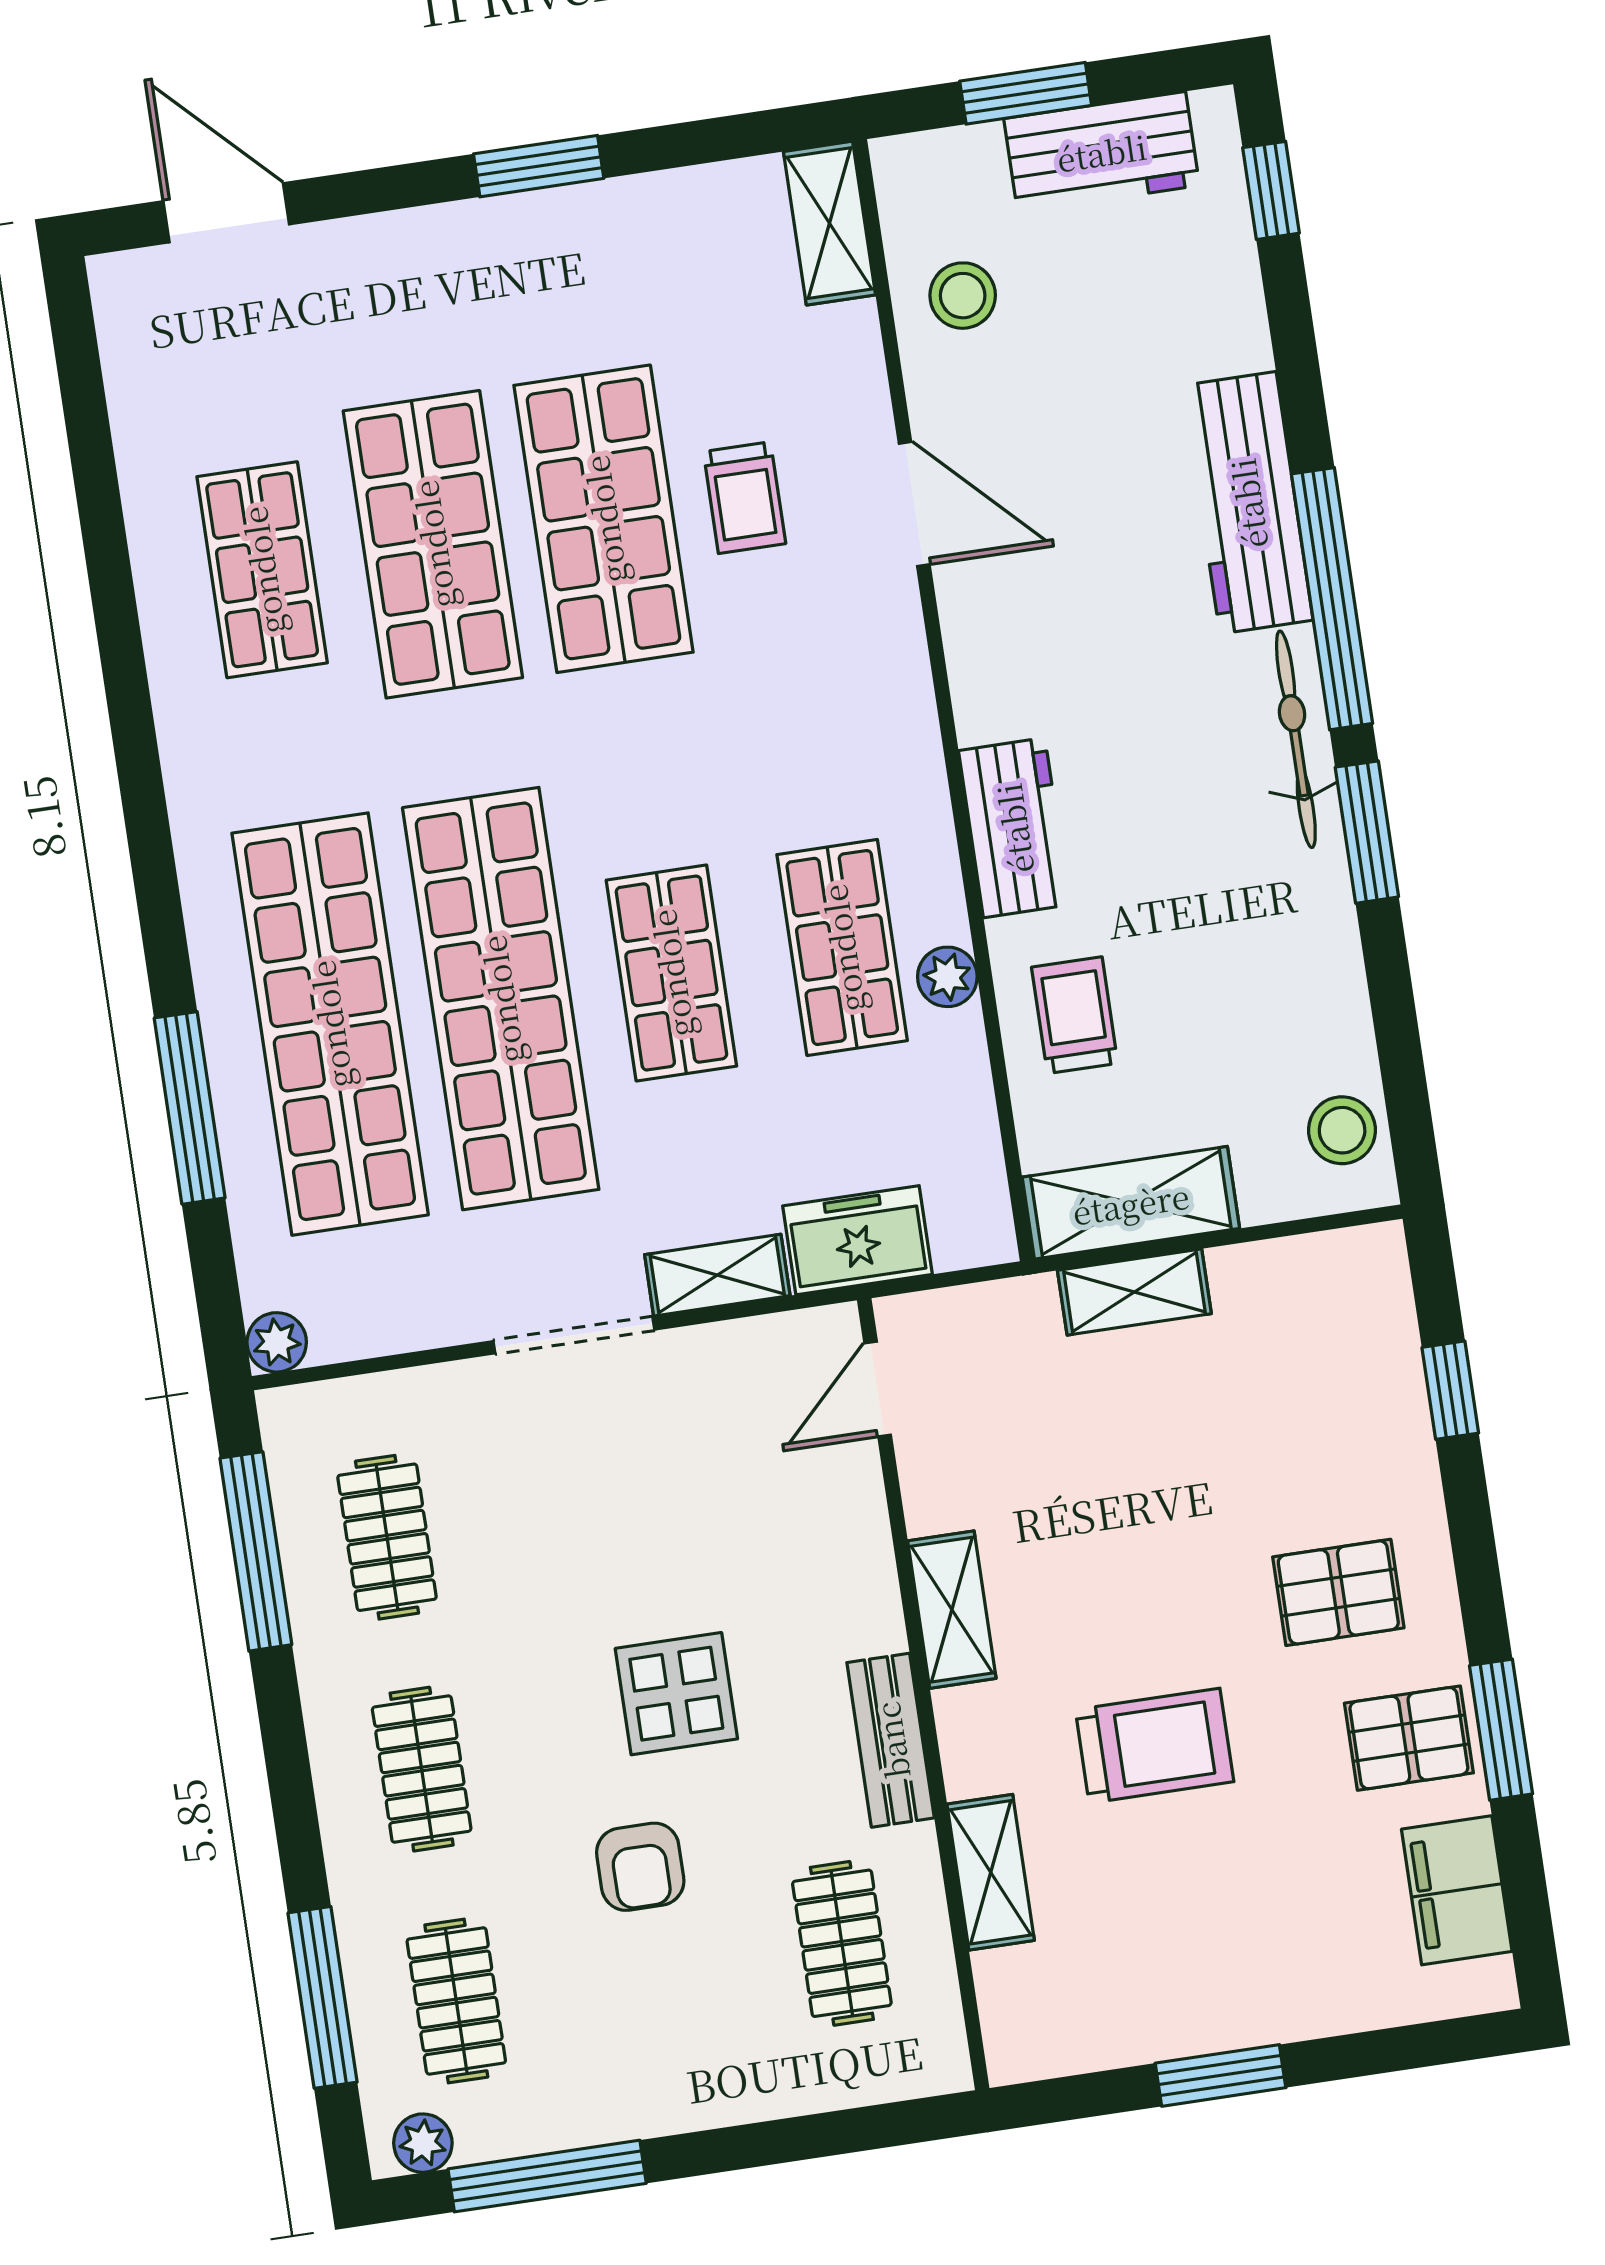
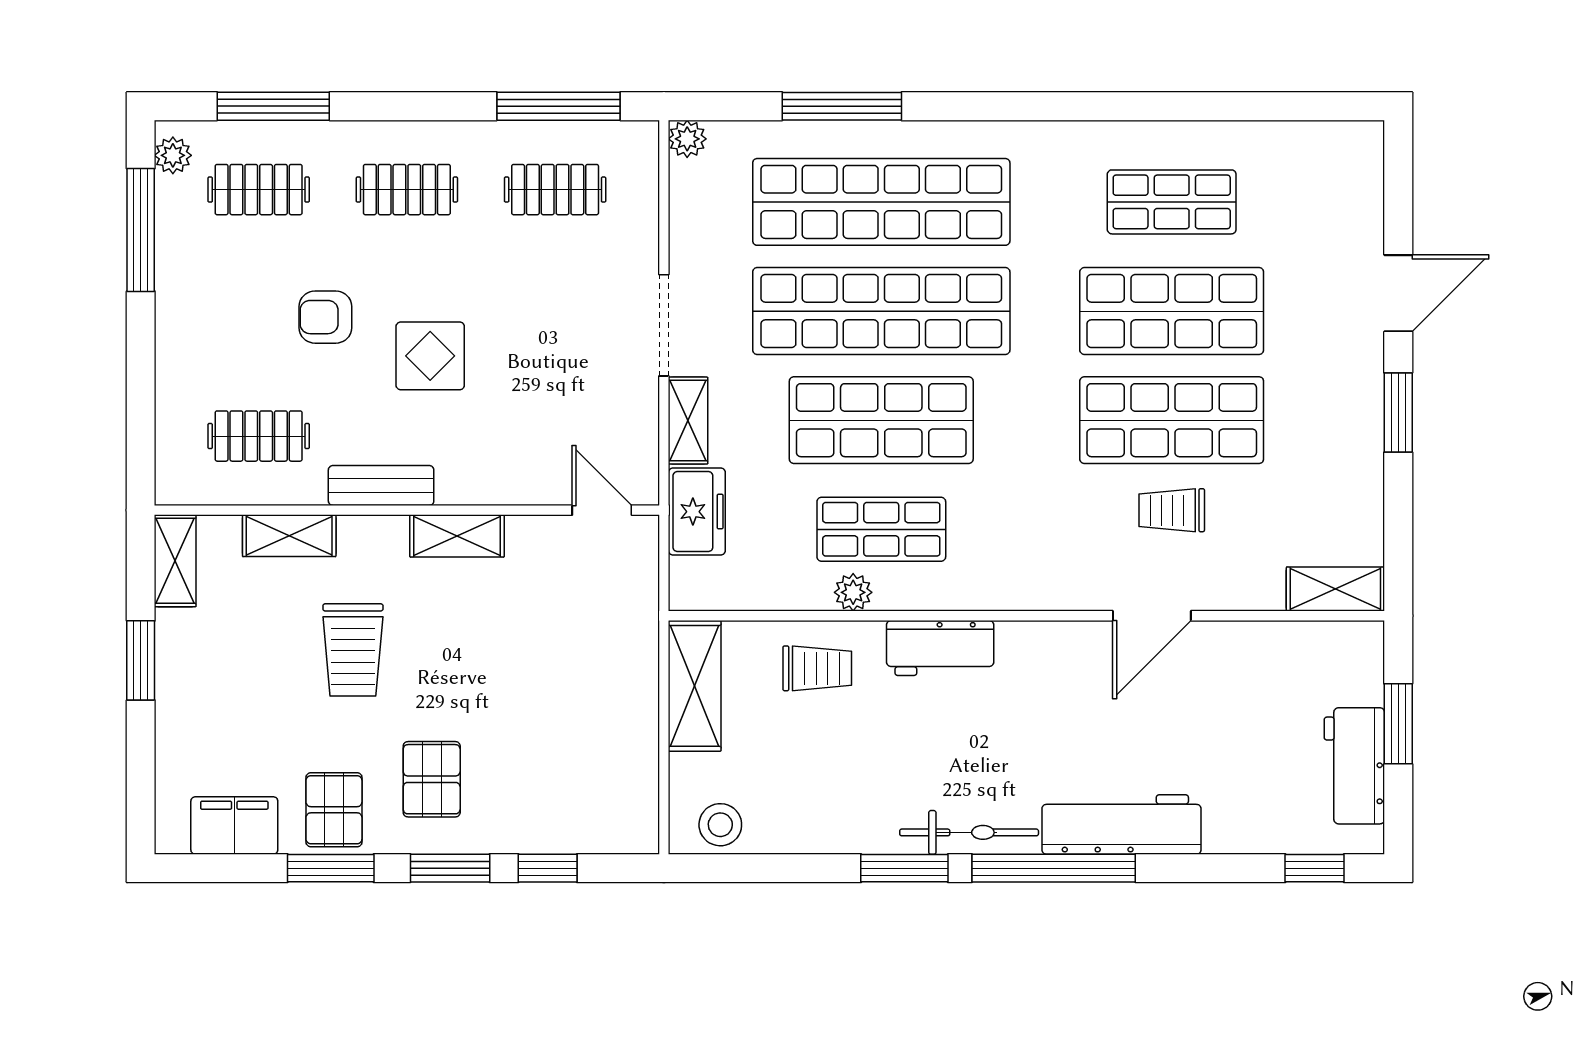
door: (226, 213) -> (1398, 293), moved
stool: (963, 296) -> (1278, 666), removed
shop shelf: (671, 973) -> (881, 420), width x1.43, depth x1.36
shelving: (1134, 1292) -> (175, 561), moved
window: (1473, 1543) -> (450, 868), added

